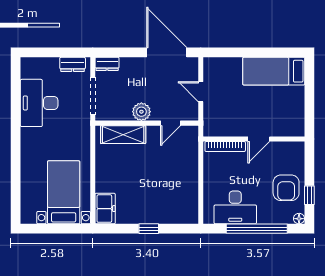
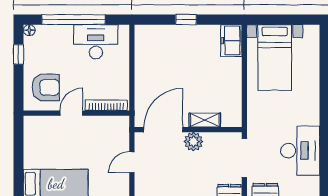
door: (201, 92) -> (132, 162), swing flipped
door: (170, 123) -> (163, 130), width x1.88
shelving: (123, 135) -> (205, 120), width x0.67, depth x0.75
armchair: (286, 188) -> (46, 87), moved, turned 90

